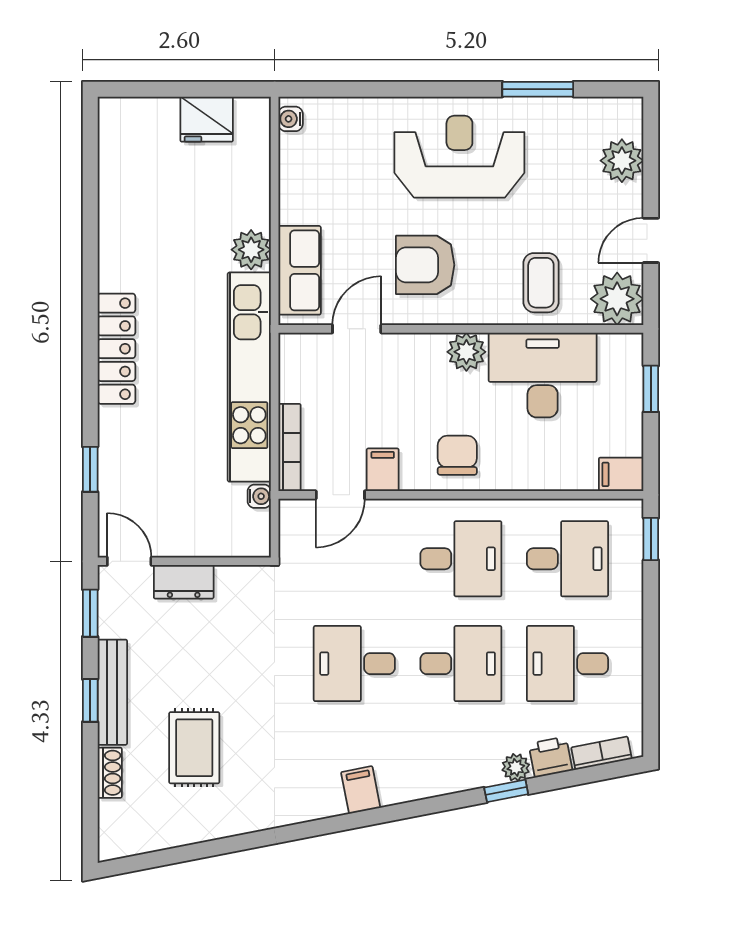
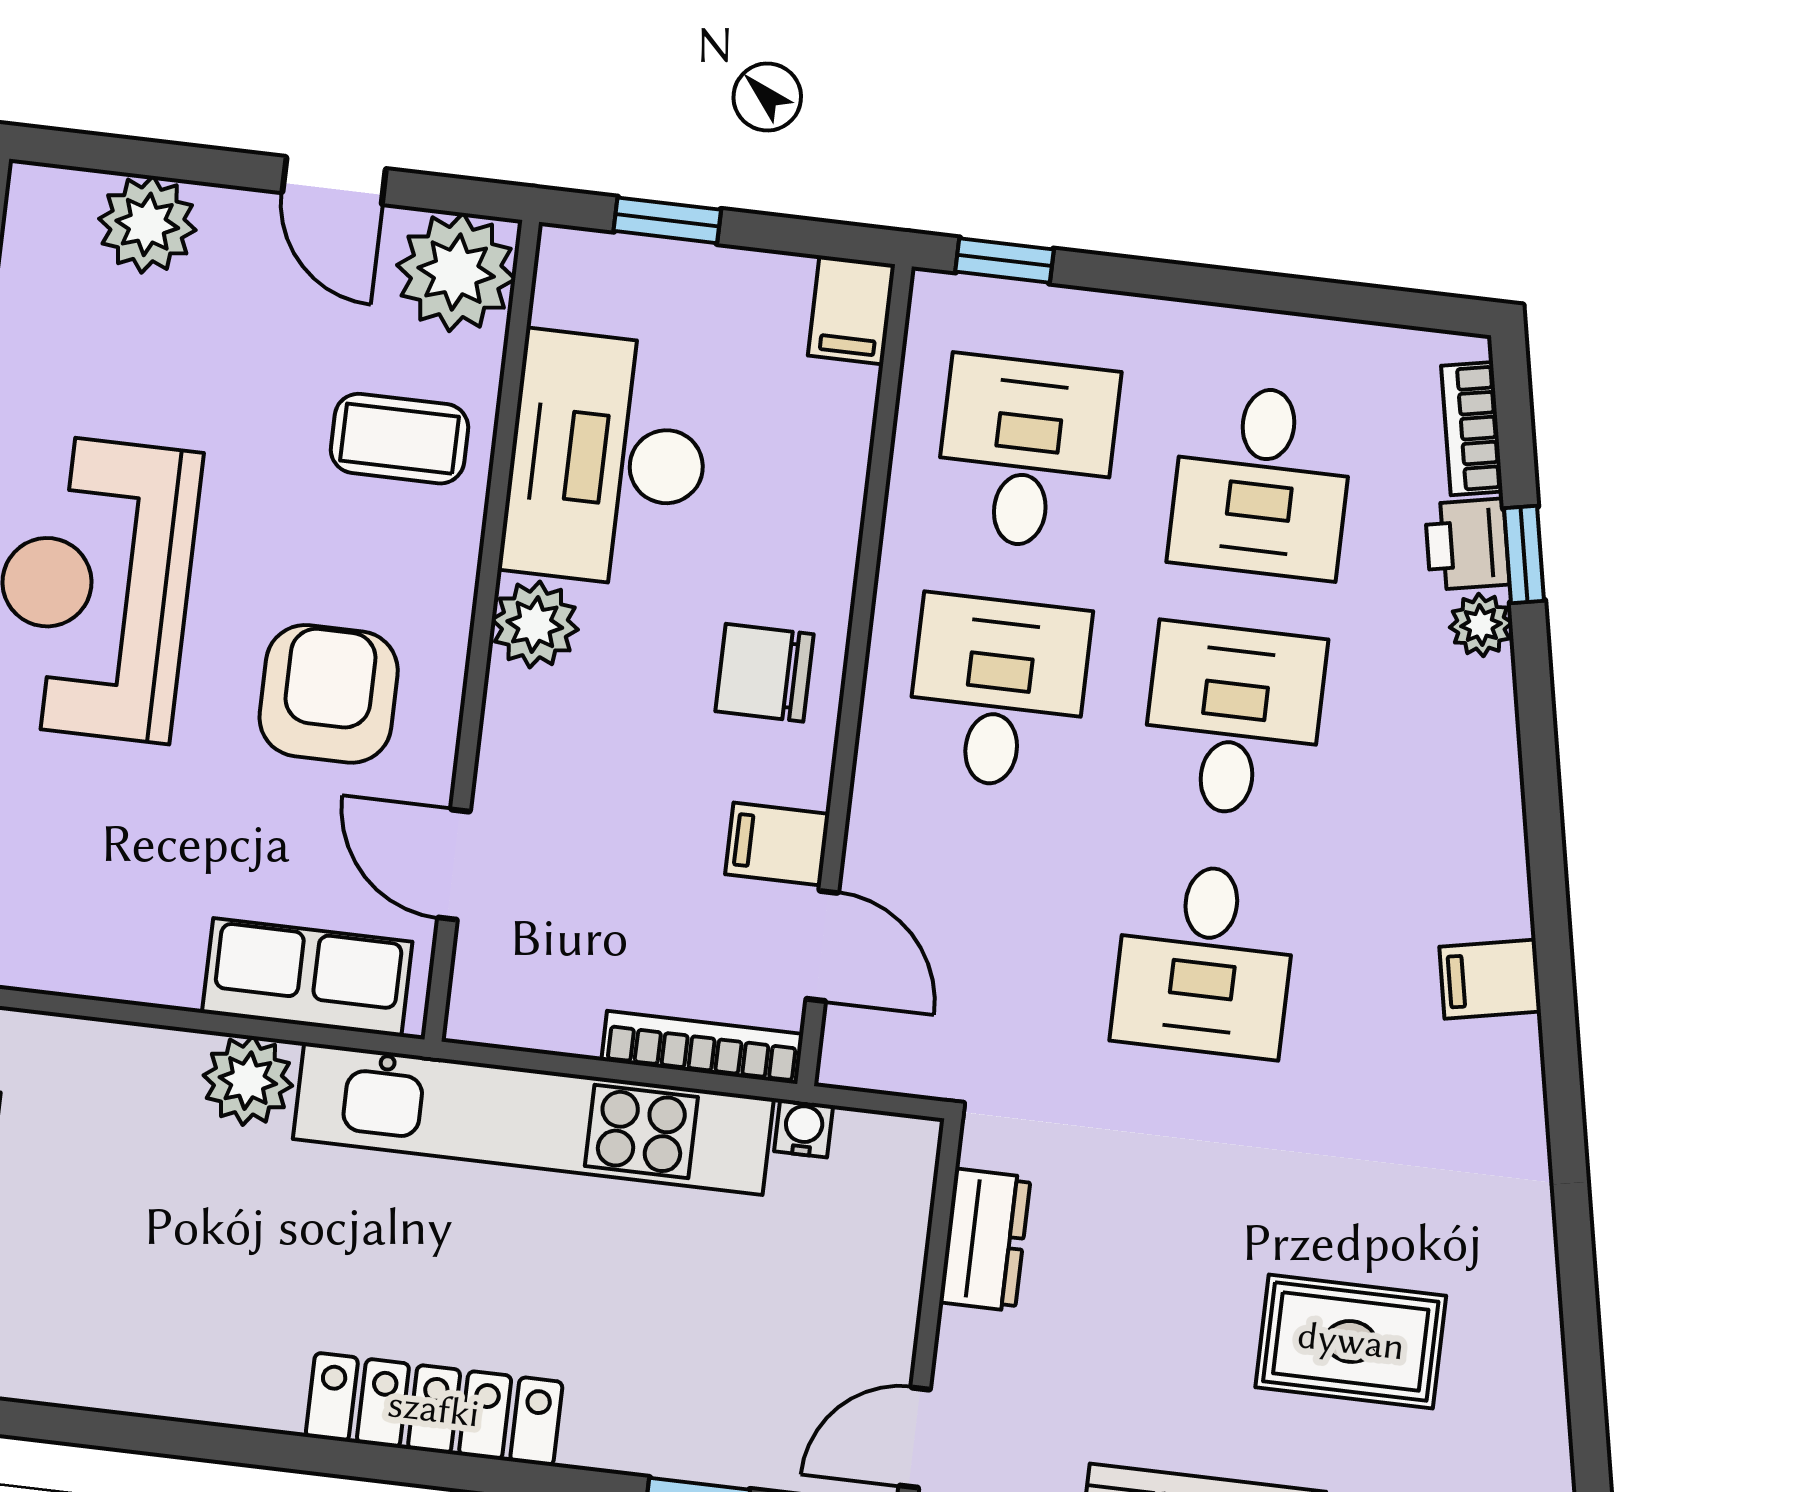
armchair: (425, 265) -> (329, 694), turned 180
dresser: (184, 582) -> (985, 1240), moved
window: (506, 791) -> (1524, 555), moved

